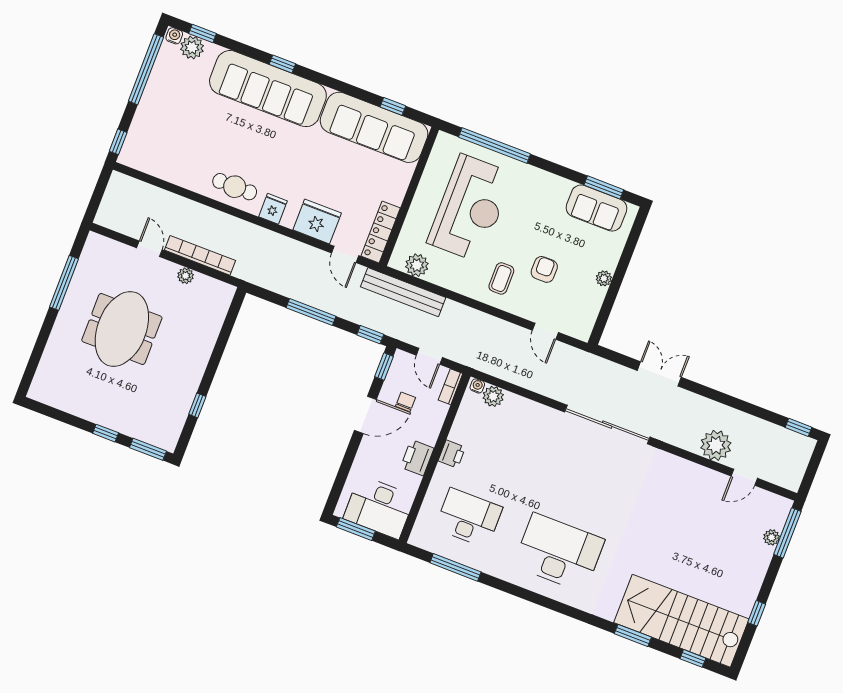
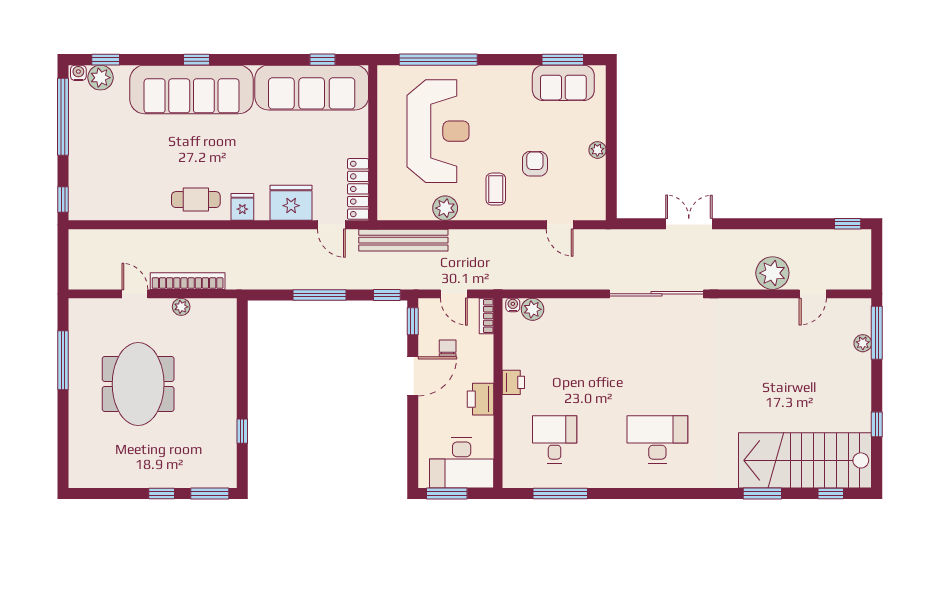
plant: (417, 265) -> (445, 208), moved
desk: (469, 518) -> (555, 439), width x0.73
desk: (559, 553) -> (657, 439), width x0.73, depth x0.77

